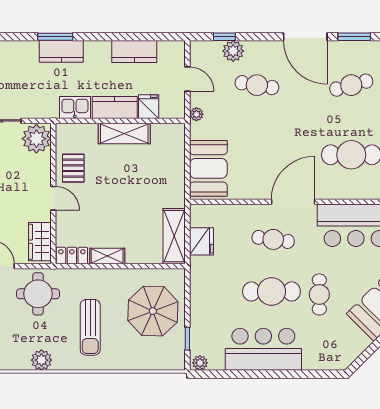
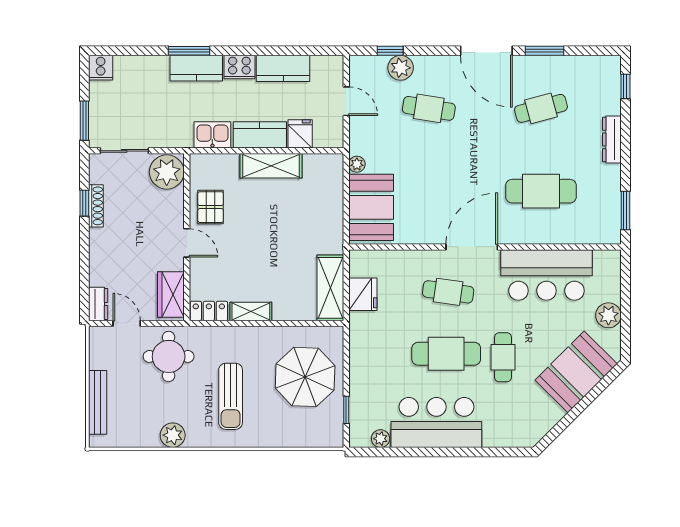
cooker: (98, 50) -> (239, 67), added
plant: (196, 114) -> (357, 164), moved
plant: (200, 363) -> (381, 439), moved

